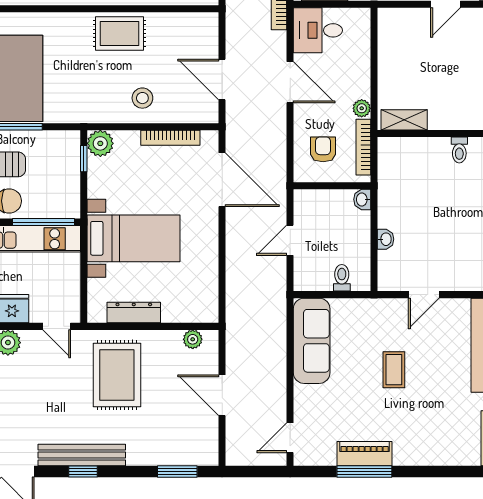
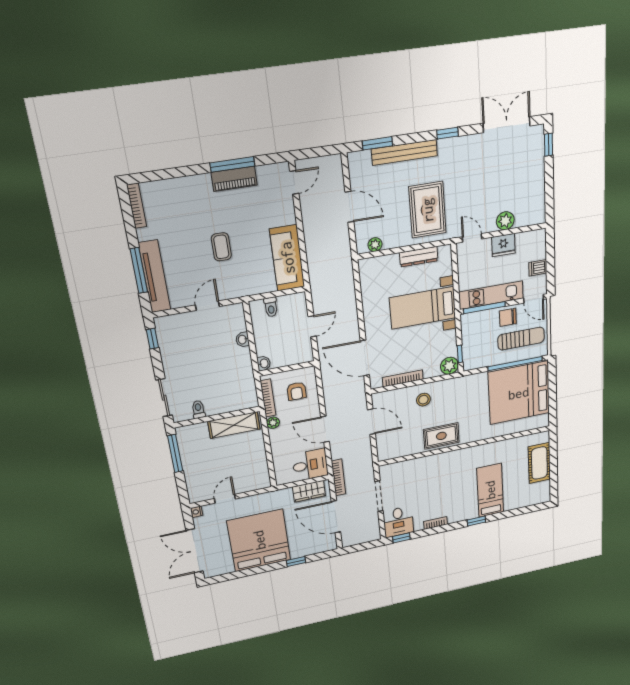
shelving: (404, 120) -> (234, 425), width x1.50, depth x1.33
bench: (82, 455) -> (404, 152), moved

